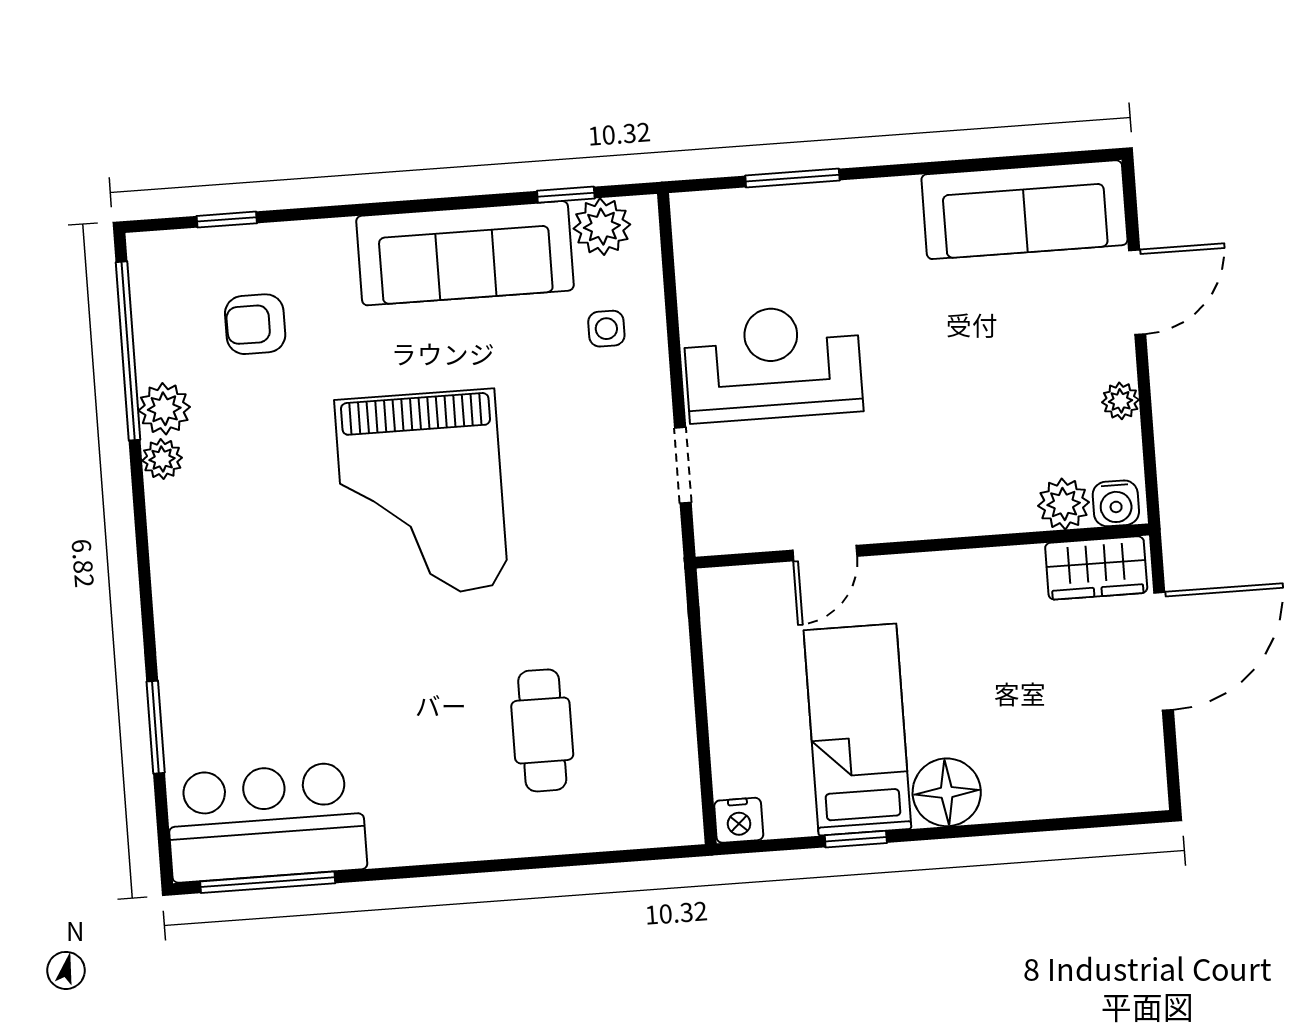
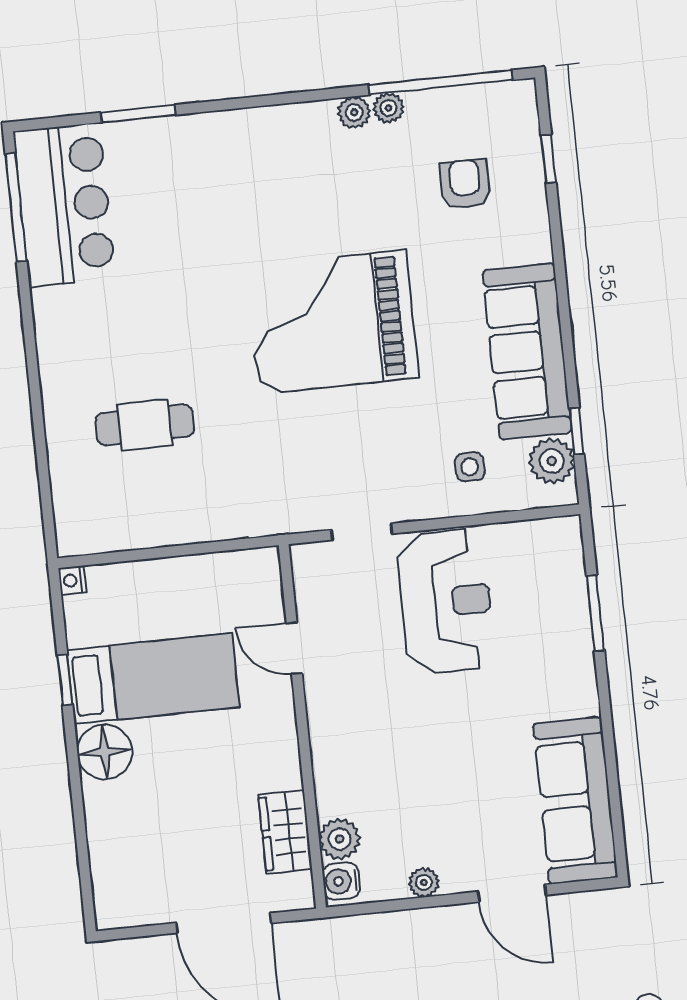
plant: (164, 409) -> (388, 108), width x0.73, depth x0.73
wardrobe: (1096, 568) -> (285, 832), moved
nightstand: (739, 820) -> (72, 580), width x0.72, depth x0.74

